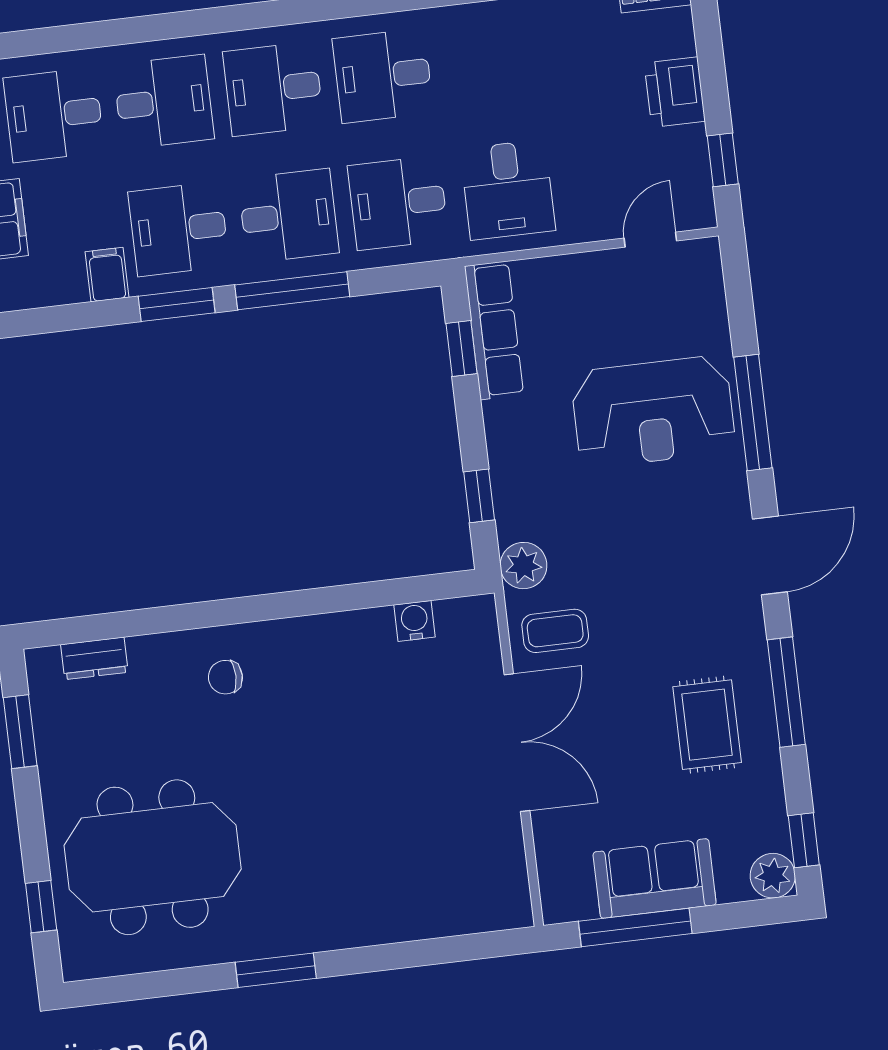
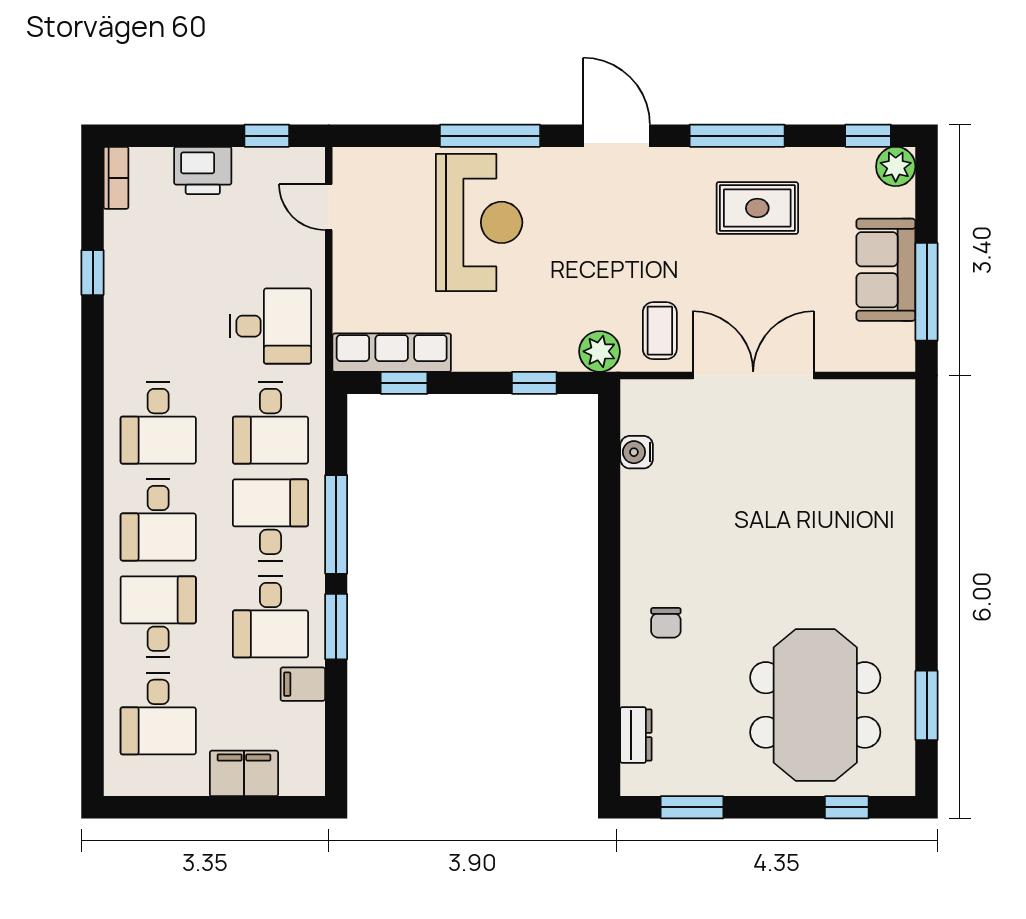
window: (276, 970) -> (927, 705), moved

